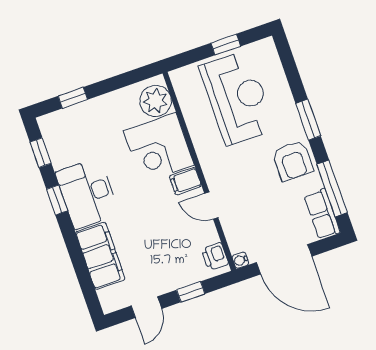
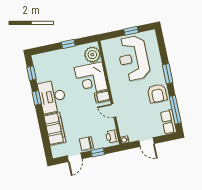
window: (73, 98) -> (68, 44), moved
reception desk: (237, 98) -> (133, 58), turned 180
door: (284, 259) -> (147, 142), width x0.53
chair: (166, 277) -> (86, 143), added

